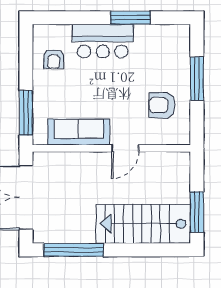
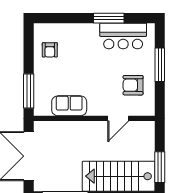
bar counter: (103, 41) -> (123, 36), moved
sofa: (79, 132) -> (69, 106), width x0.73
door: (125, 148) -> (118, 118), moved

